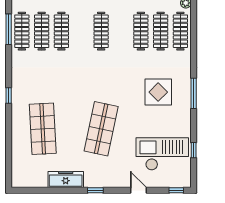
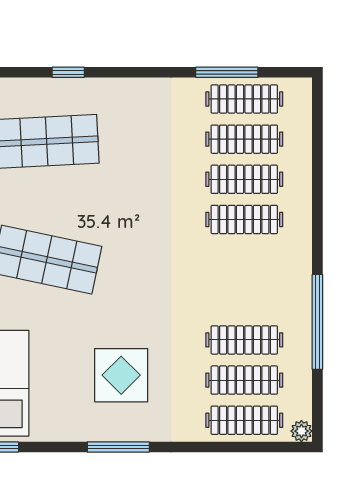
window: (9, 29) -> (227, 72), moved
clothes rail: (101, 31) -> (244, 219), moved
window: (9, 96) -> (68, 72), moved

